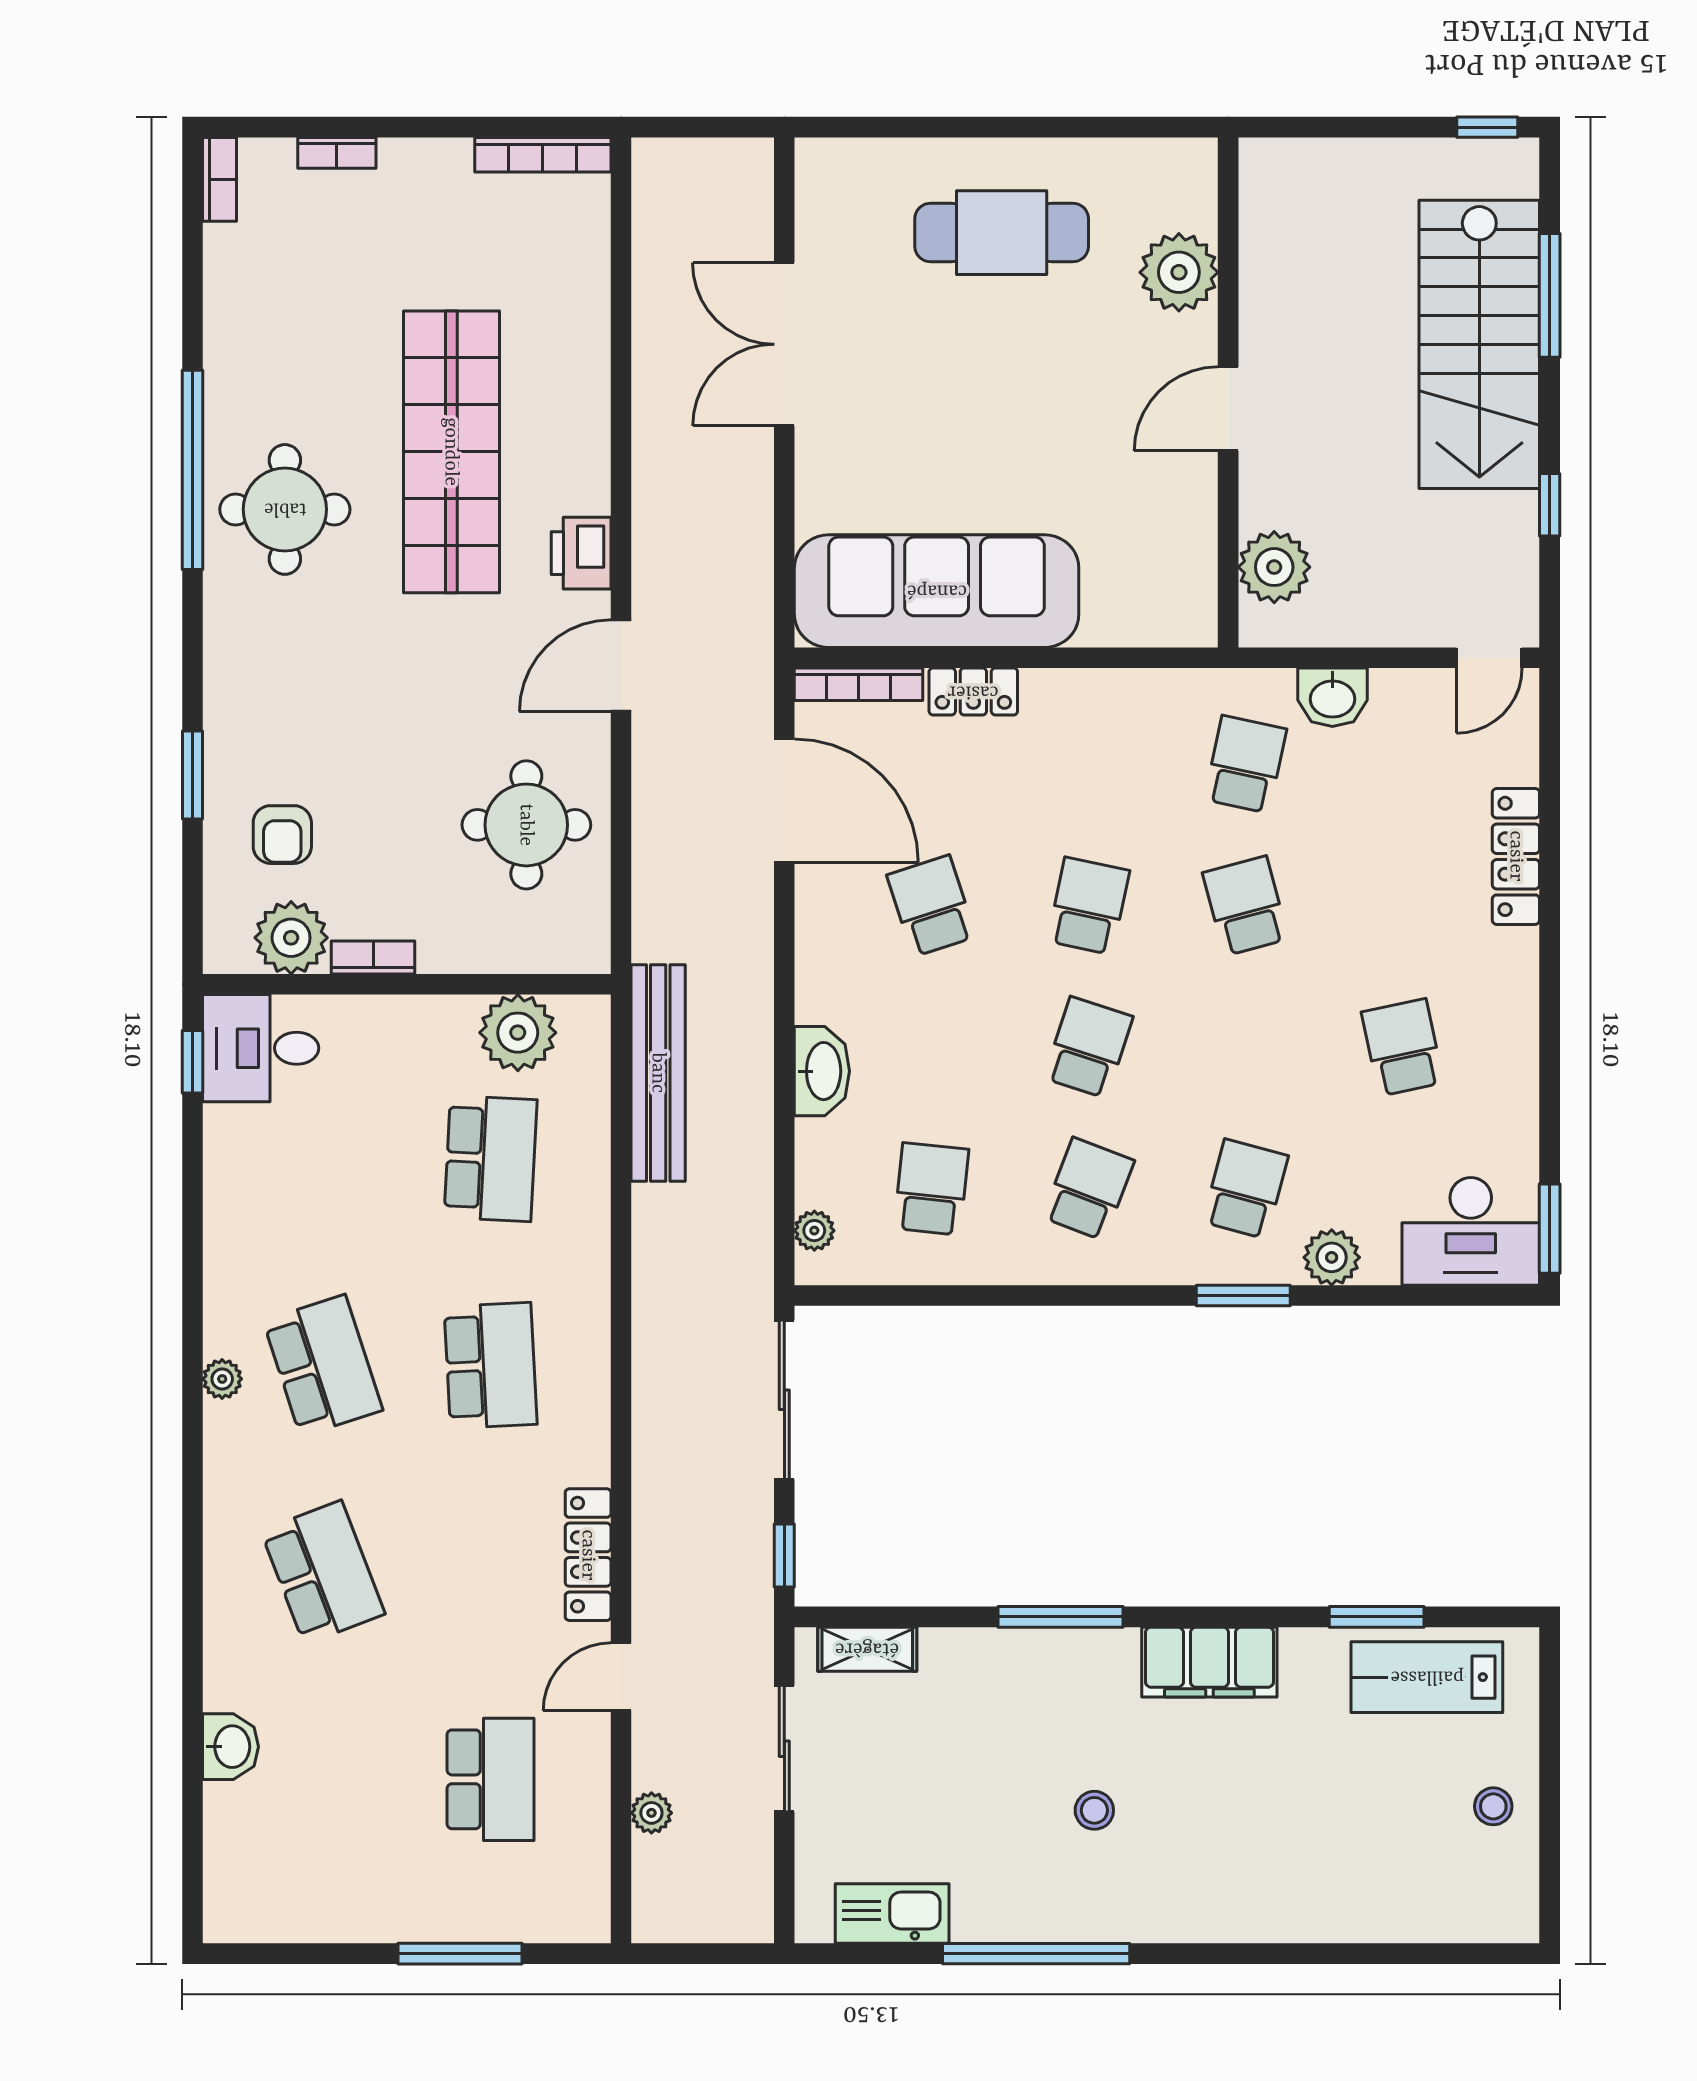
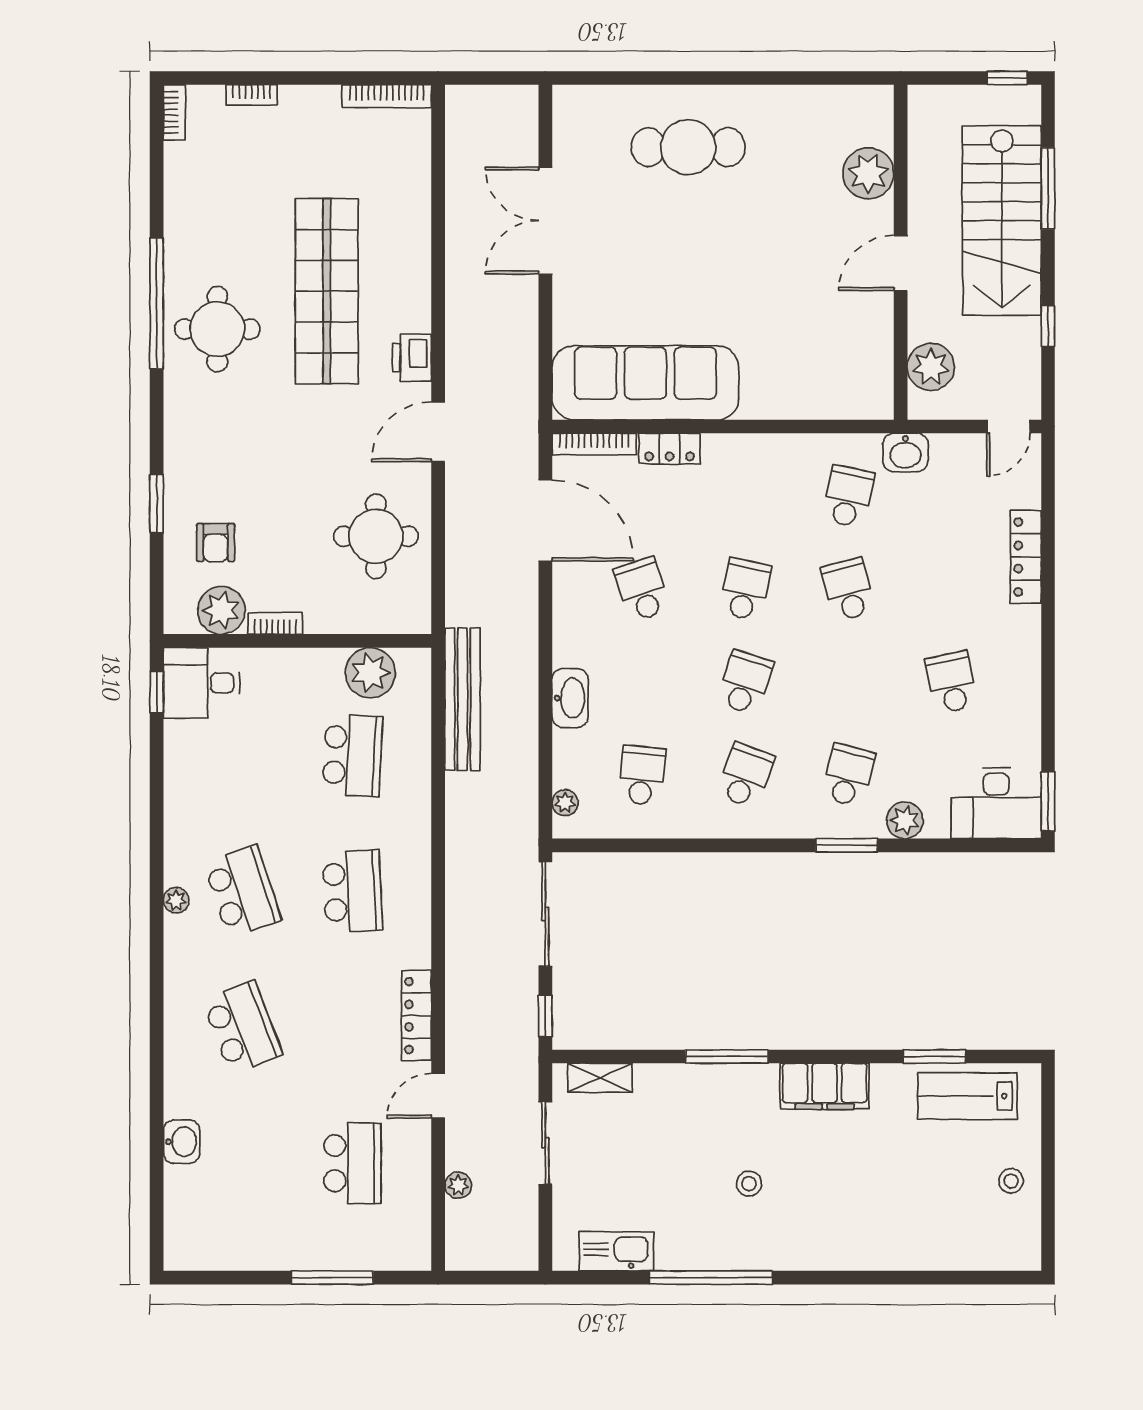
plant: (1179, 272) -> (868, 173), moved
wall: (1228, 392) -> (901, 252), moved
door: (1228, 409) -> (901, 263), moved
plant: (1274, 567) -> (931, 367), moved

